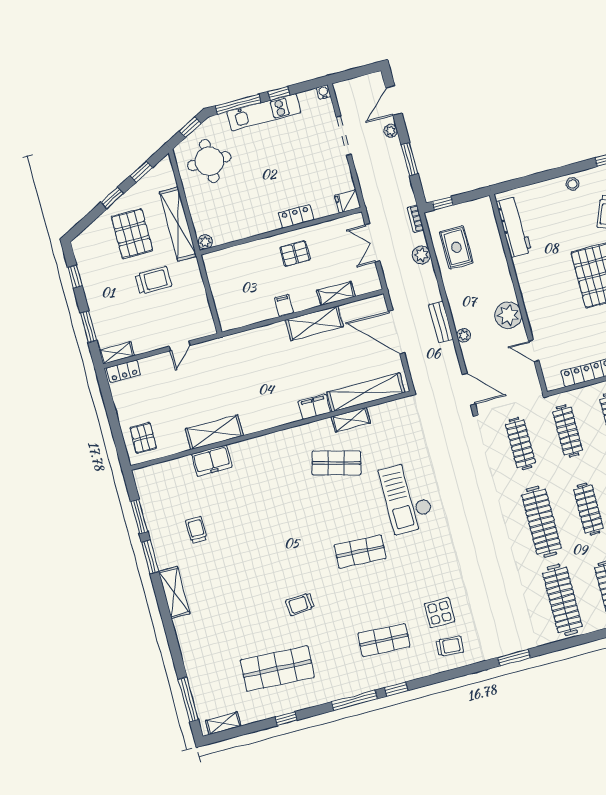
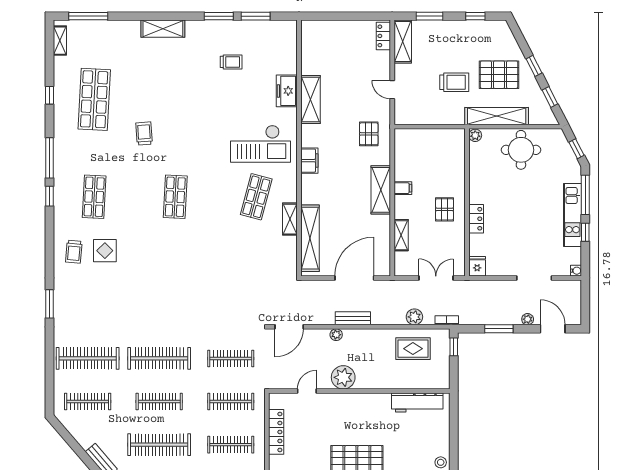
round table: (209, 161) -> (521, 150), moved
trolley: (153, 280) -> (454, 82), turned -90
shelving: (314, 323) -> (381, 190), moved
shelving: (117, 353) -> (403, 42), width x1.50, depth x1.33
filing cabinet: (314, 407) -> (309, 161), moved
pallet: (143, 438) -> (369, 134), moved, turned 90
checkout: (407, 497) -> (260, 144), moved, turned 180
shelving: (174, 593) -> (163, 29), moved

